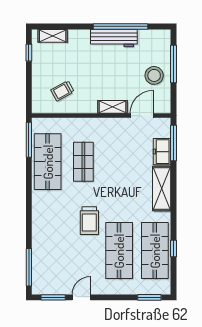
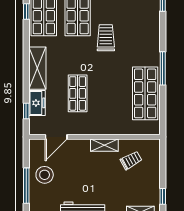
shelving: (113, 107) -> (104, 145), moved
window: (29, 140) -> (163, 68), moved
window: (173, 143) -> (26, 111), width x0.46
shop shelf: (83, 162) -> (78, 93), moved

